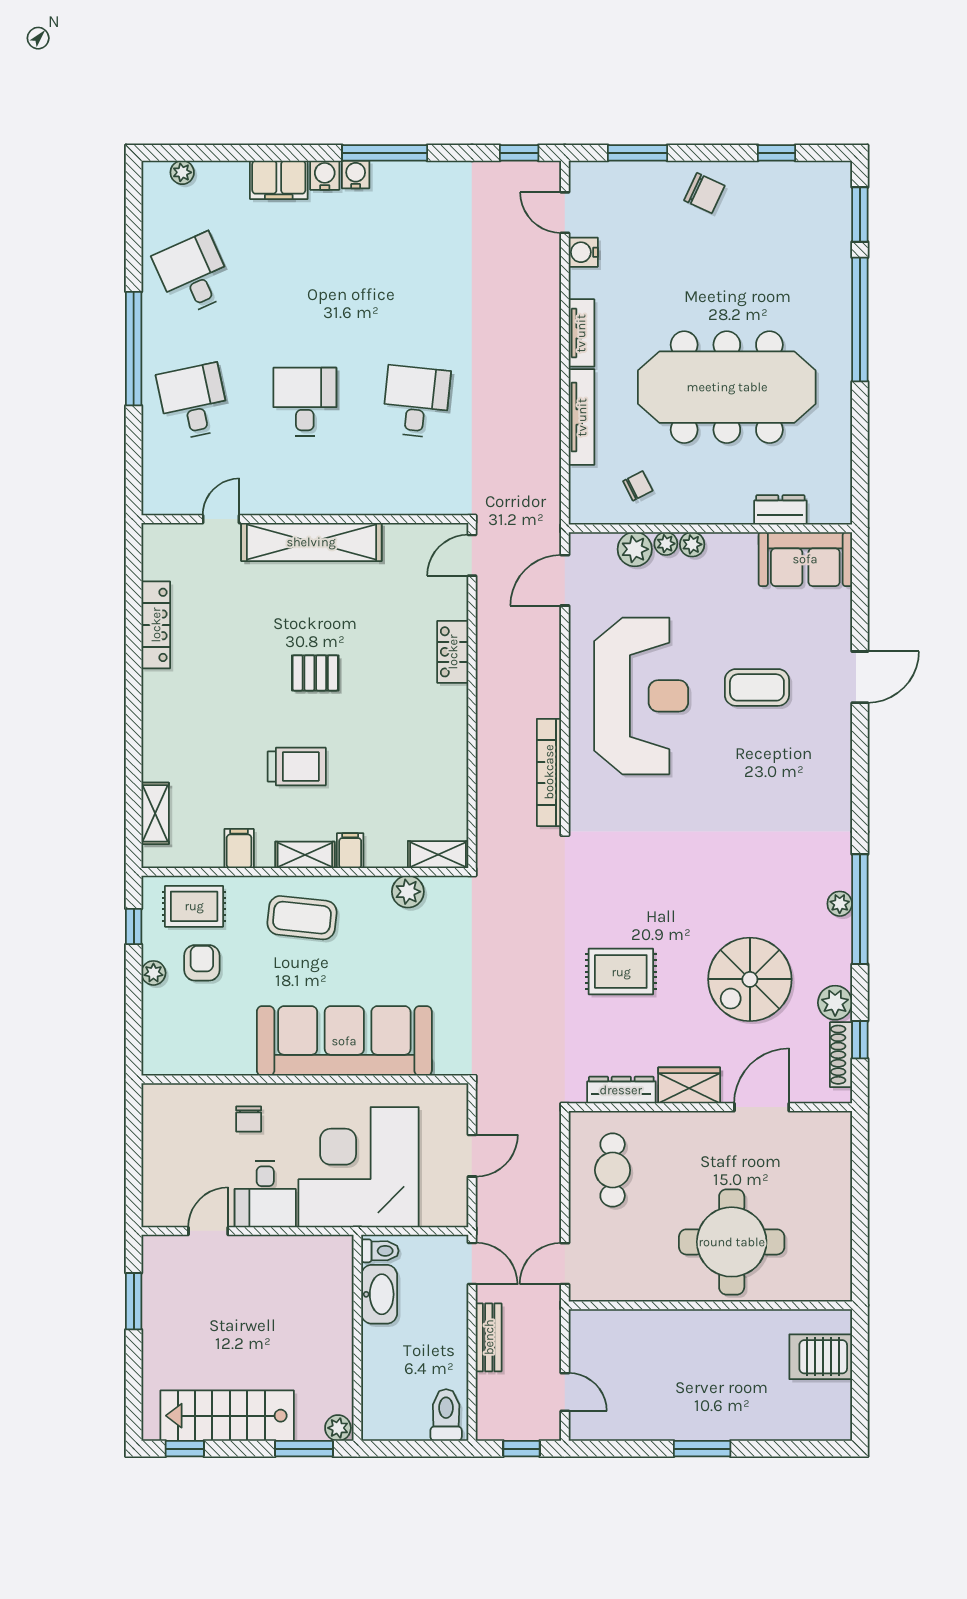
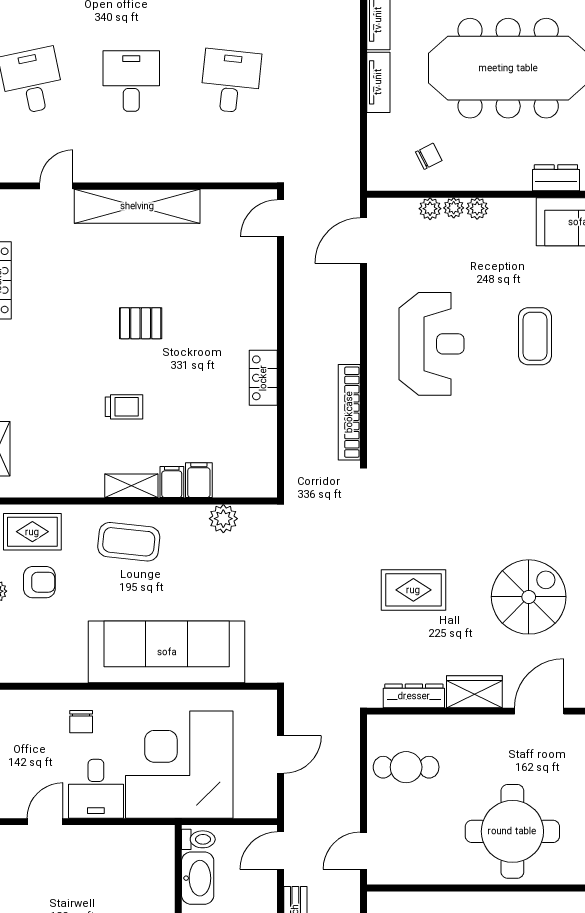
tv unit: (582, 417) -> (378, 82), width x0.71
plant: (635, 549) -> (430, 209), width x0.73, depth x0.73
locker: (453, 652) -> (263, 378), moved
coffee table: (757, 687) -> (535, 336), turned 90
reception desk: (641, 696) -> (432, 344), width x0.74, depth x0.77
trolley: (297, 766) -> (124, 407), width x0.73, depth x0.72
filing cabinet: (239, 849) -> (199, 480), moved
shelving: (438, 855) -> (250, 486), removed
armchair: (202, 963) -> (39, 582), turned 90
spiral stairs: (750, 979) -> (529, 597), turned 180
cafe table: (613, 1170) -> (406, 767), turned 90
door: (472, 1263) -> (281, 851), swing flipped

